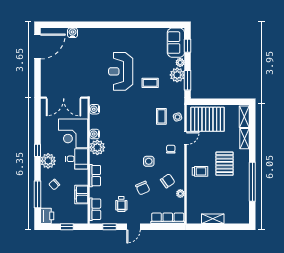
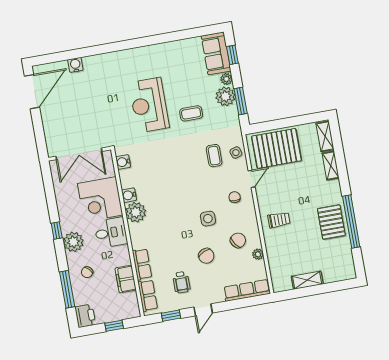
pallet: (225, 164) -> (331, 222), moved
row of seats: (95, 176) -> (142, 264), moved

